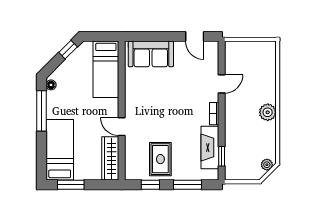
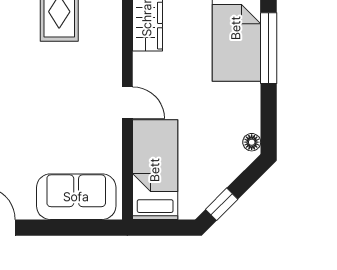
window: (41, 111) -> (269, 48), moved
door: (122, 127) -> (127, 103), moved

